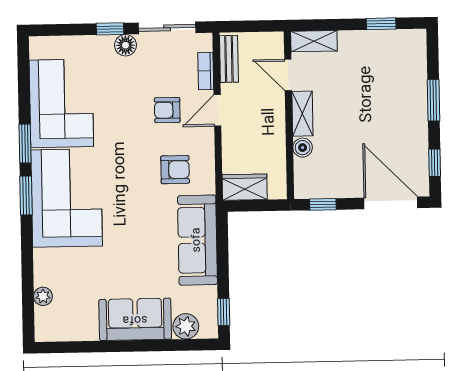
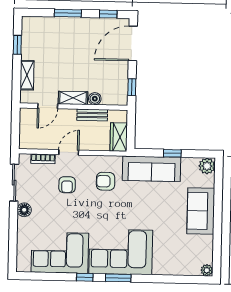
window: (110, 29) -> (13, 219), removed
shelving: (314, 41) -> (27, 75), moved
bench: (229, 59) -> (92, 115), moved
door: (217, 110) -> (69, 152), swing flipped
window: (25, 144) -> (85, 277), width x0.67
armchair: (175, 170) -> (106, 181), turned -90
plant: (43, 296) -> (207, 270), moved
window: (224, 312) -> (172, 153), moved
plant: (186, 326) -> (207, 166), moved

